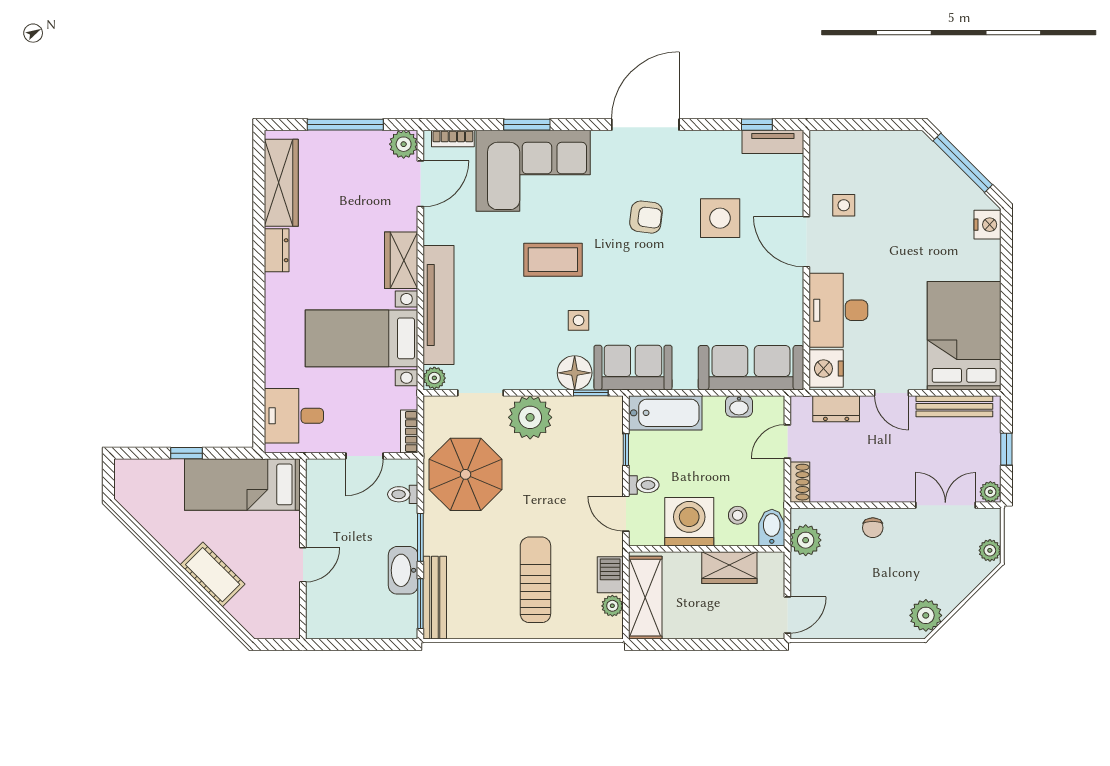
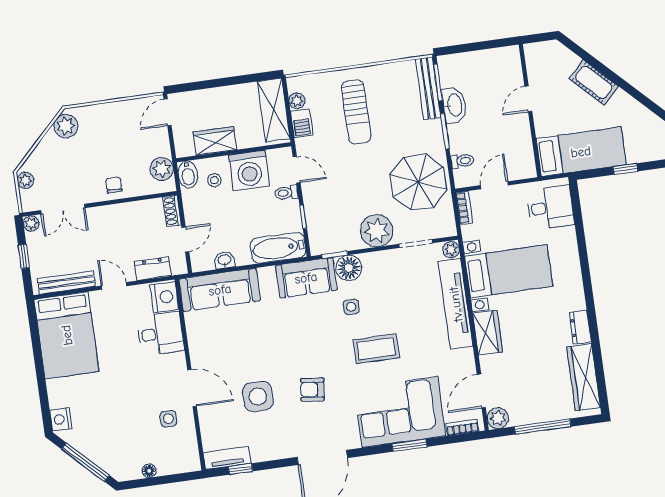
floor lamp: (879, 139) -> (149, 471), added
desk: (838, 310) -> (160, 334), width x0.73

